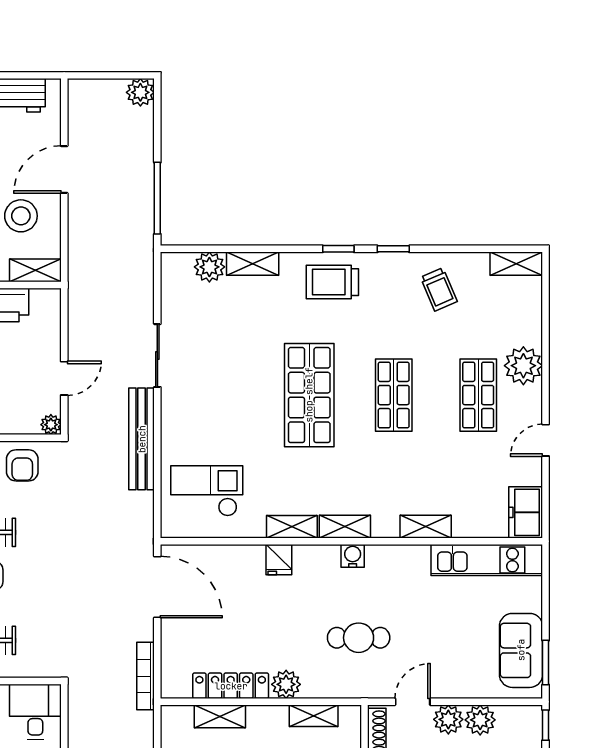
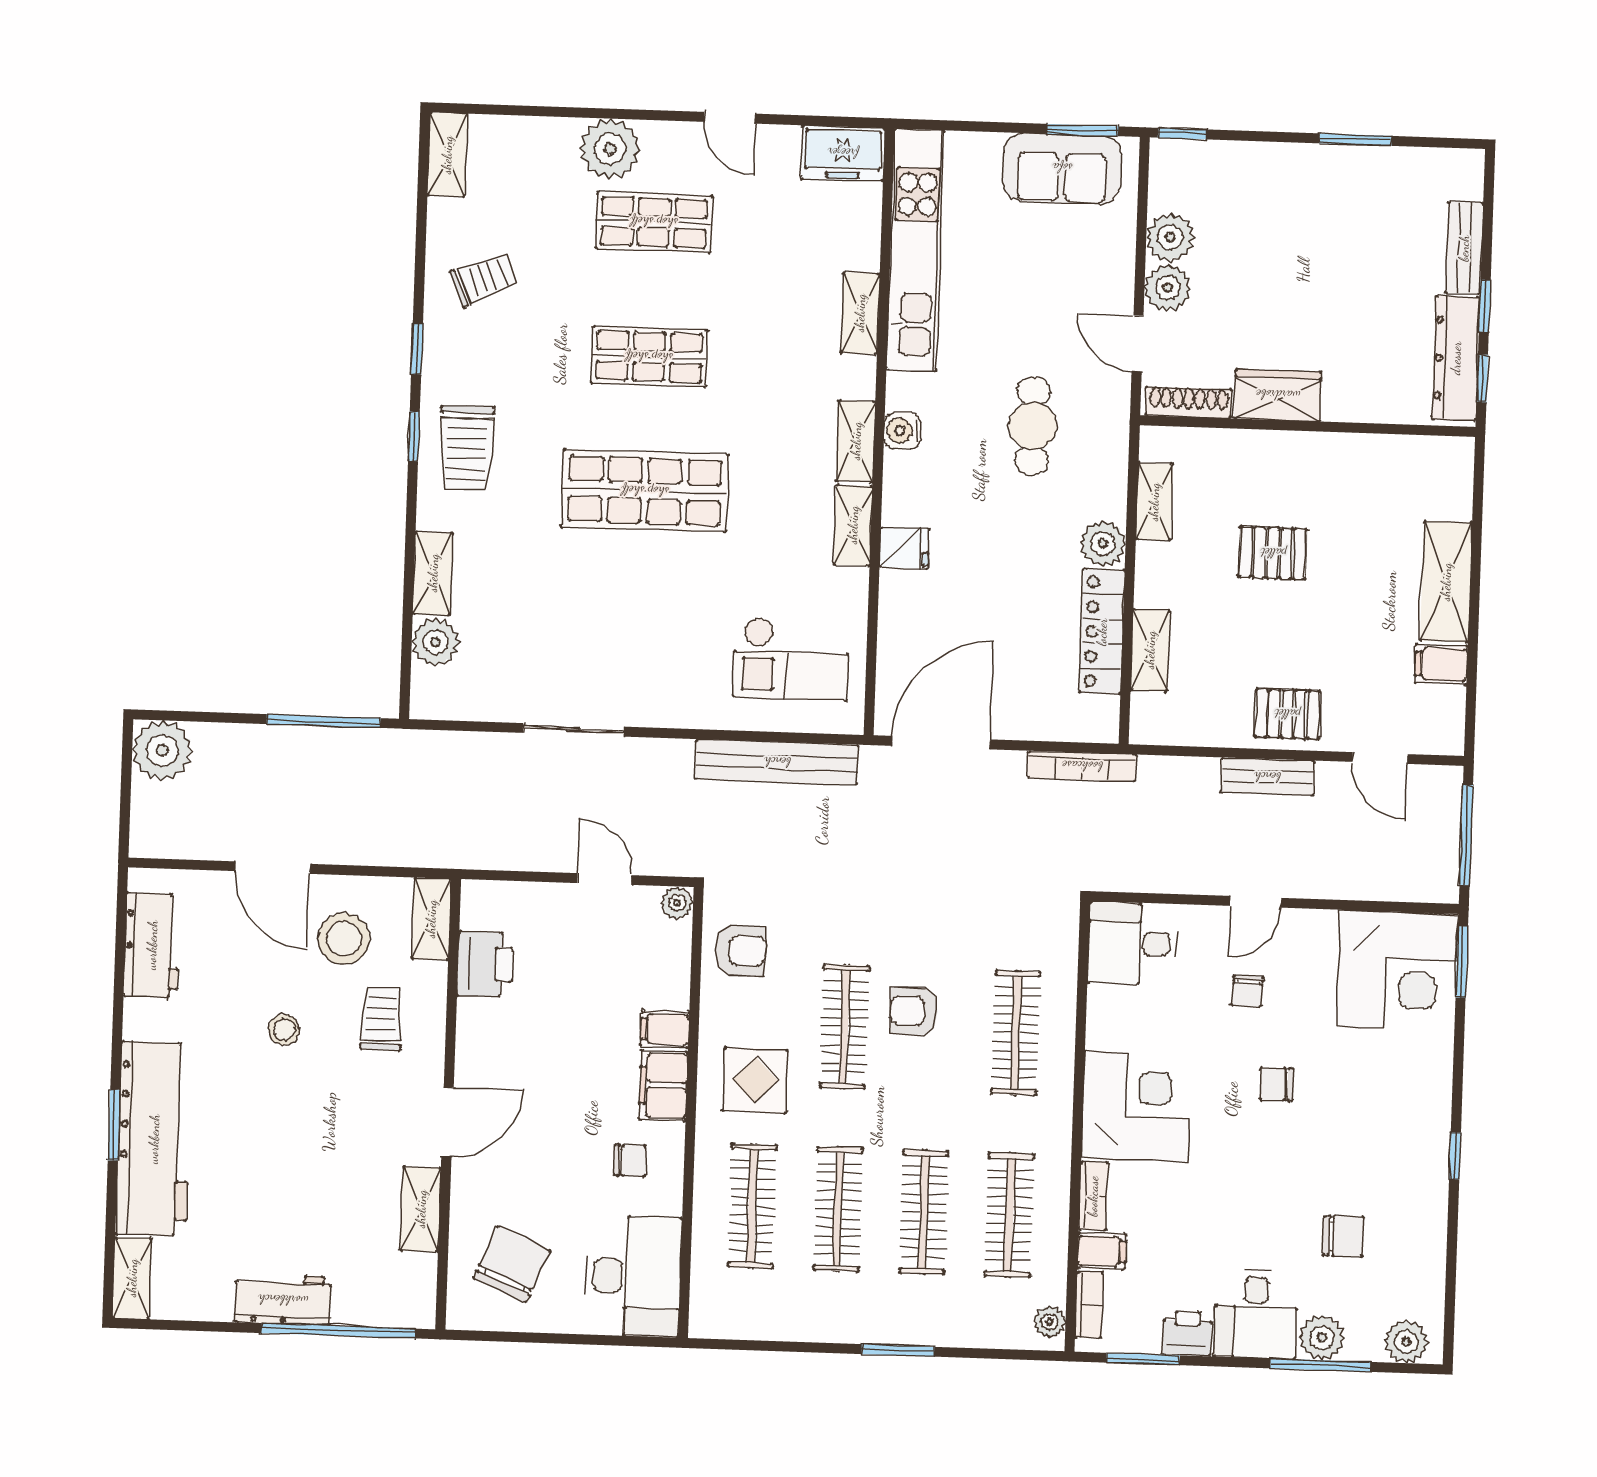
plant: (140, 92) -> (162, 750), width x1.36, depth x1.36
bench: (142, 439) -> (777, 762), moved
checkout: (207, 491) -> (791, 659), turned -90
kitchen unit: (487, 560) -> (915, 250), width x1.36

